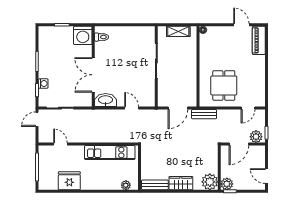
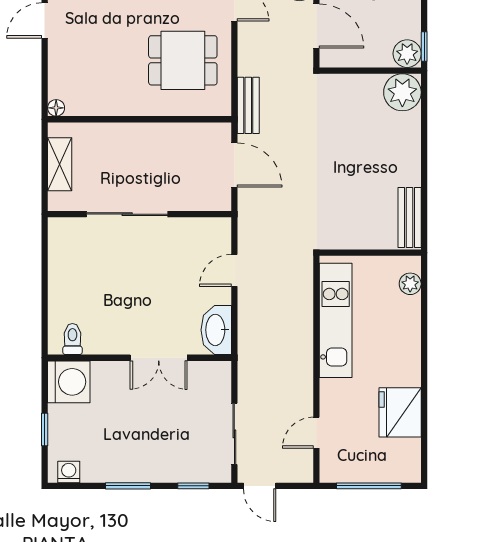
double door: (93, 75) -> (159, 358), width x0.73
washing machine: (43, 84) -> (69, 472), moved
wardrobe: (181, 183) -> (405, 158), removed

